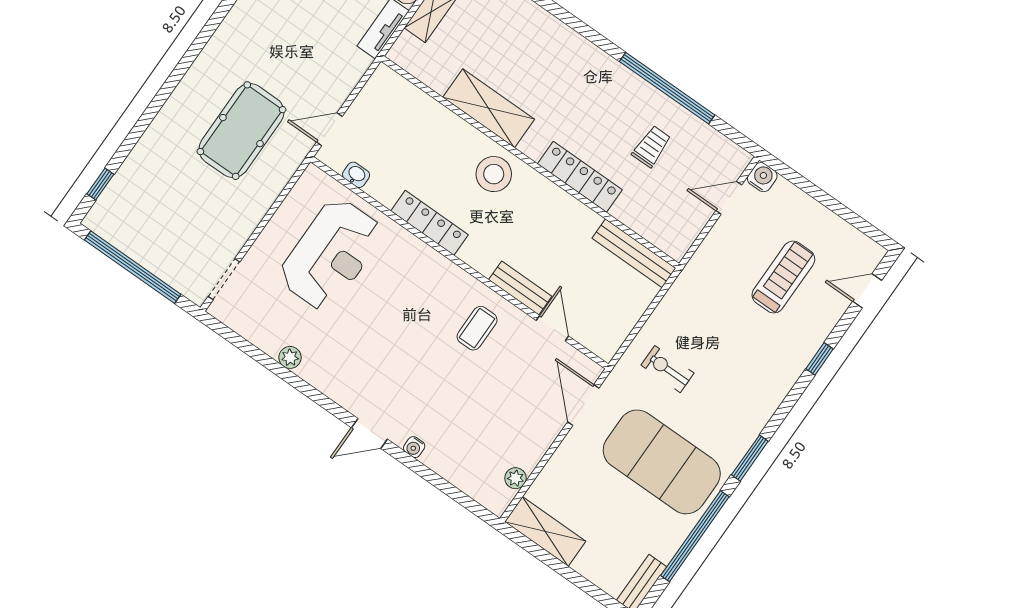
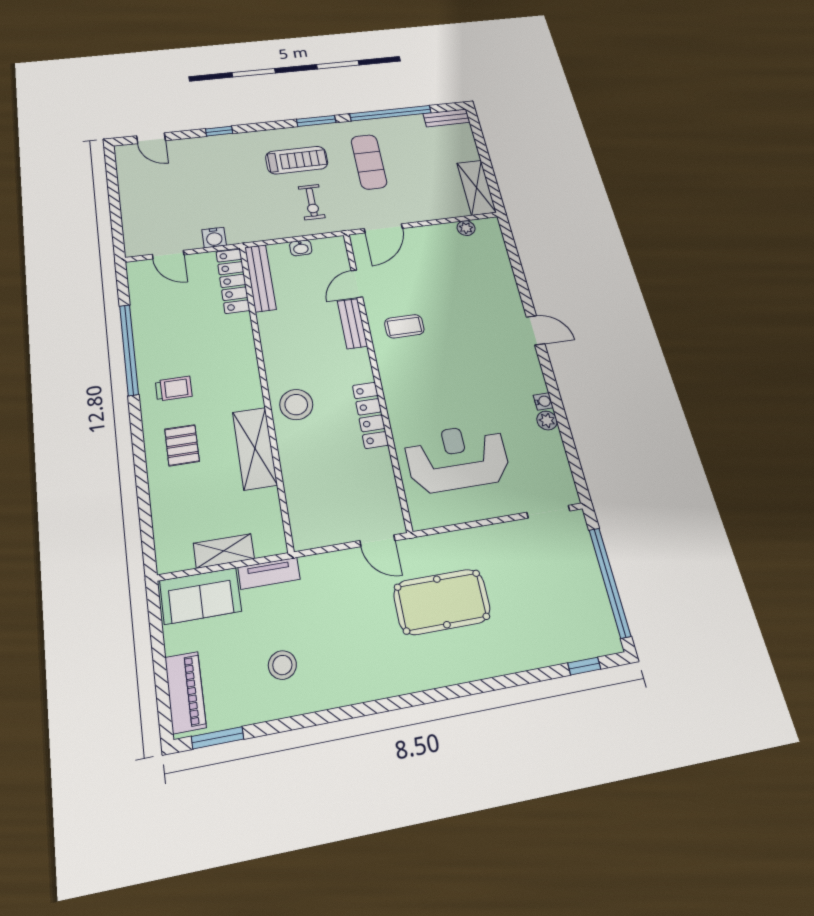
pallet: (544, 56) -> (182, 445), added
trolley: (652, 146) -> (174, 389), moved, turned 180
washbasin: (356, 175) -> (301, 248), moved, turned -90
locker: (580, 177) -> (233, 281), moved
water cooler: (762, 177) -> (214, 238), moved, turned -90
treadmill: (783, 277) -> (297, 160), moved, turned 180
water cooler: (414, 447) -> (543, 401), moved
exercise mat: (662, 462) -> (369, 162), width x0.50, depth x0.69

